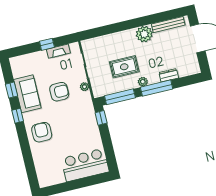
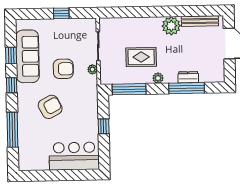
fireplace: (58, 51) -> (72, 24), removed
window: (157, 88) -> (187, 88), moved
sofa: (27, 94) -> (27, 56), width x1.36
window: (101, 118) -> (104, 126), moved
armchair: (42, 132) -> (50, 107), moved, turned 62
window: (27, 154) -> (12, 130), added

